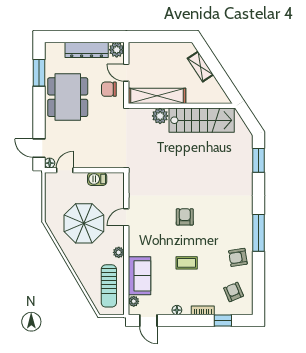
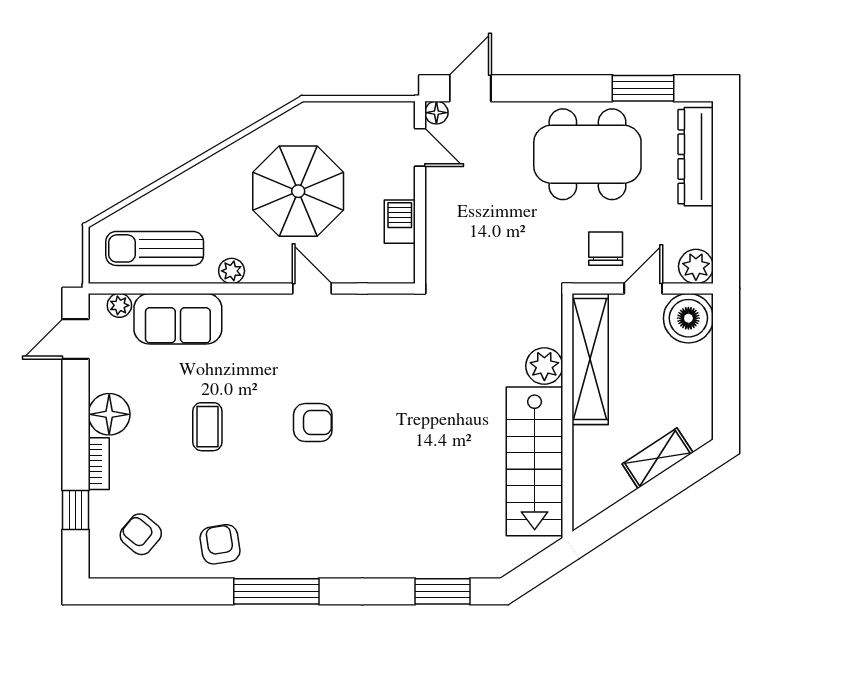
dresser: (87, 50) -> (696, 157), moved
boiler: (139, 53) -> (688, 318), added
armchair: (234, 292) -> (141, 534), turned -117
floor lamp: (177, 310) -> (109, 414), width x1.89, depth x1.89

